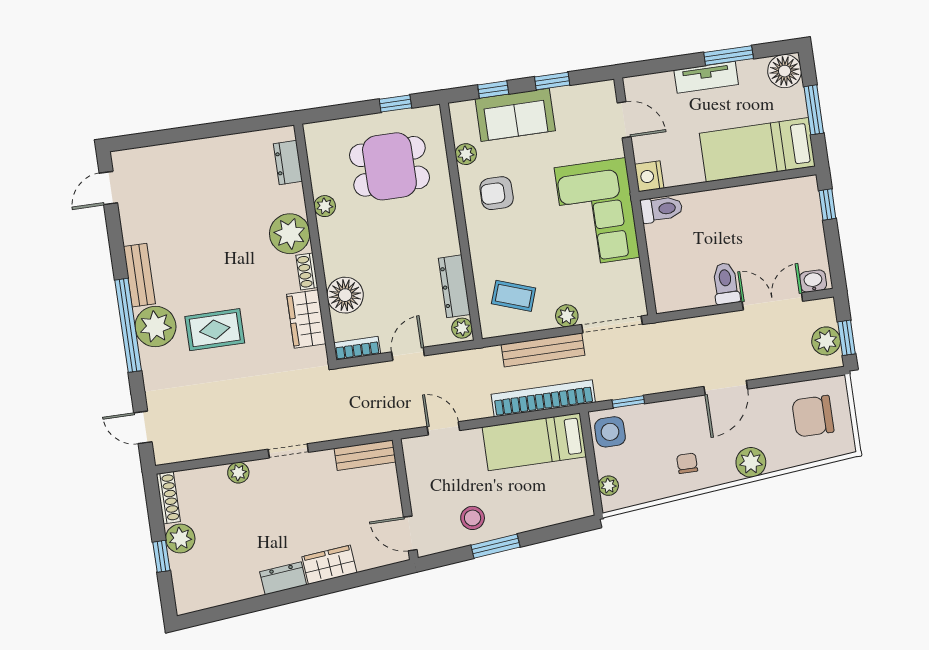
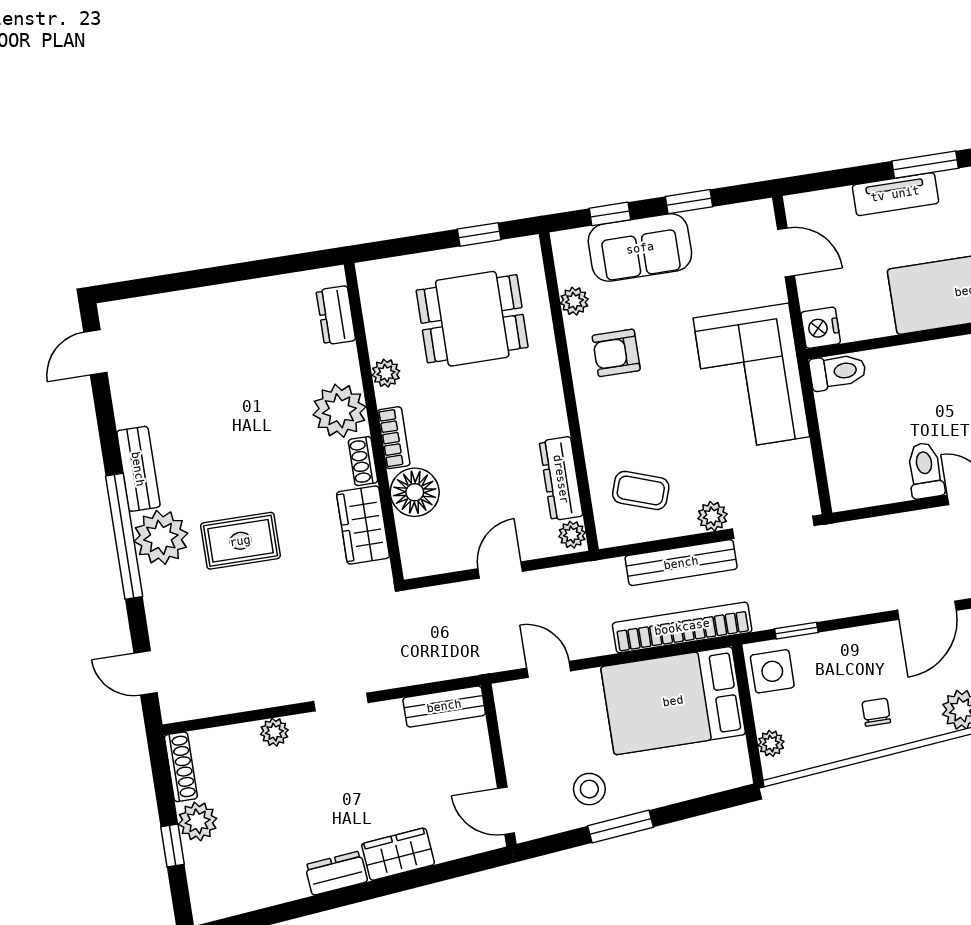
bookcase: (357, 348) -> (394, 438), moved, turned 90
bed: (534, 442) -> (673, 701), width x1.50

